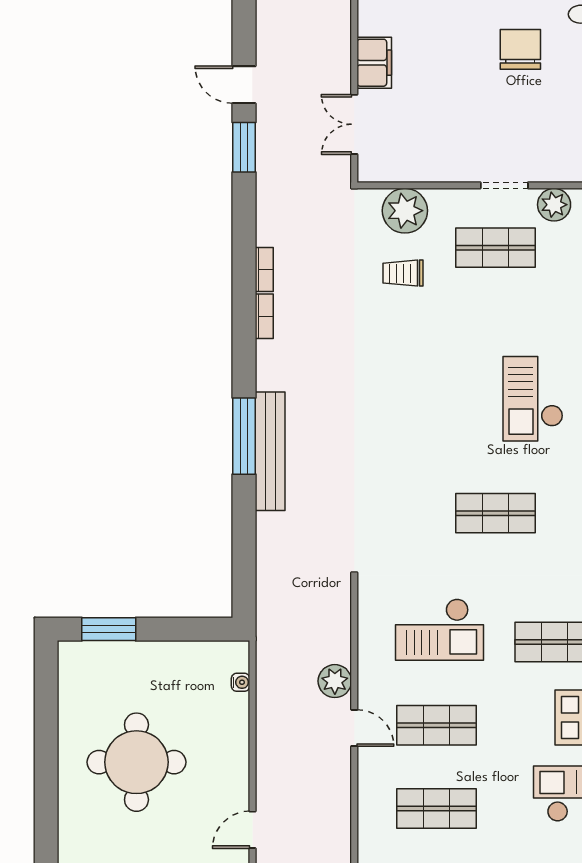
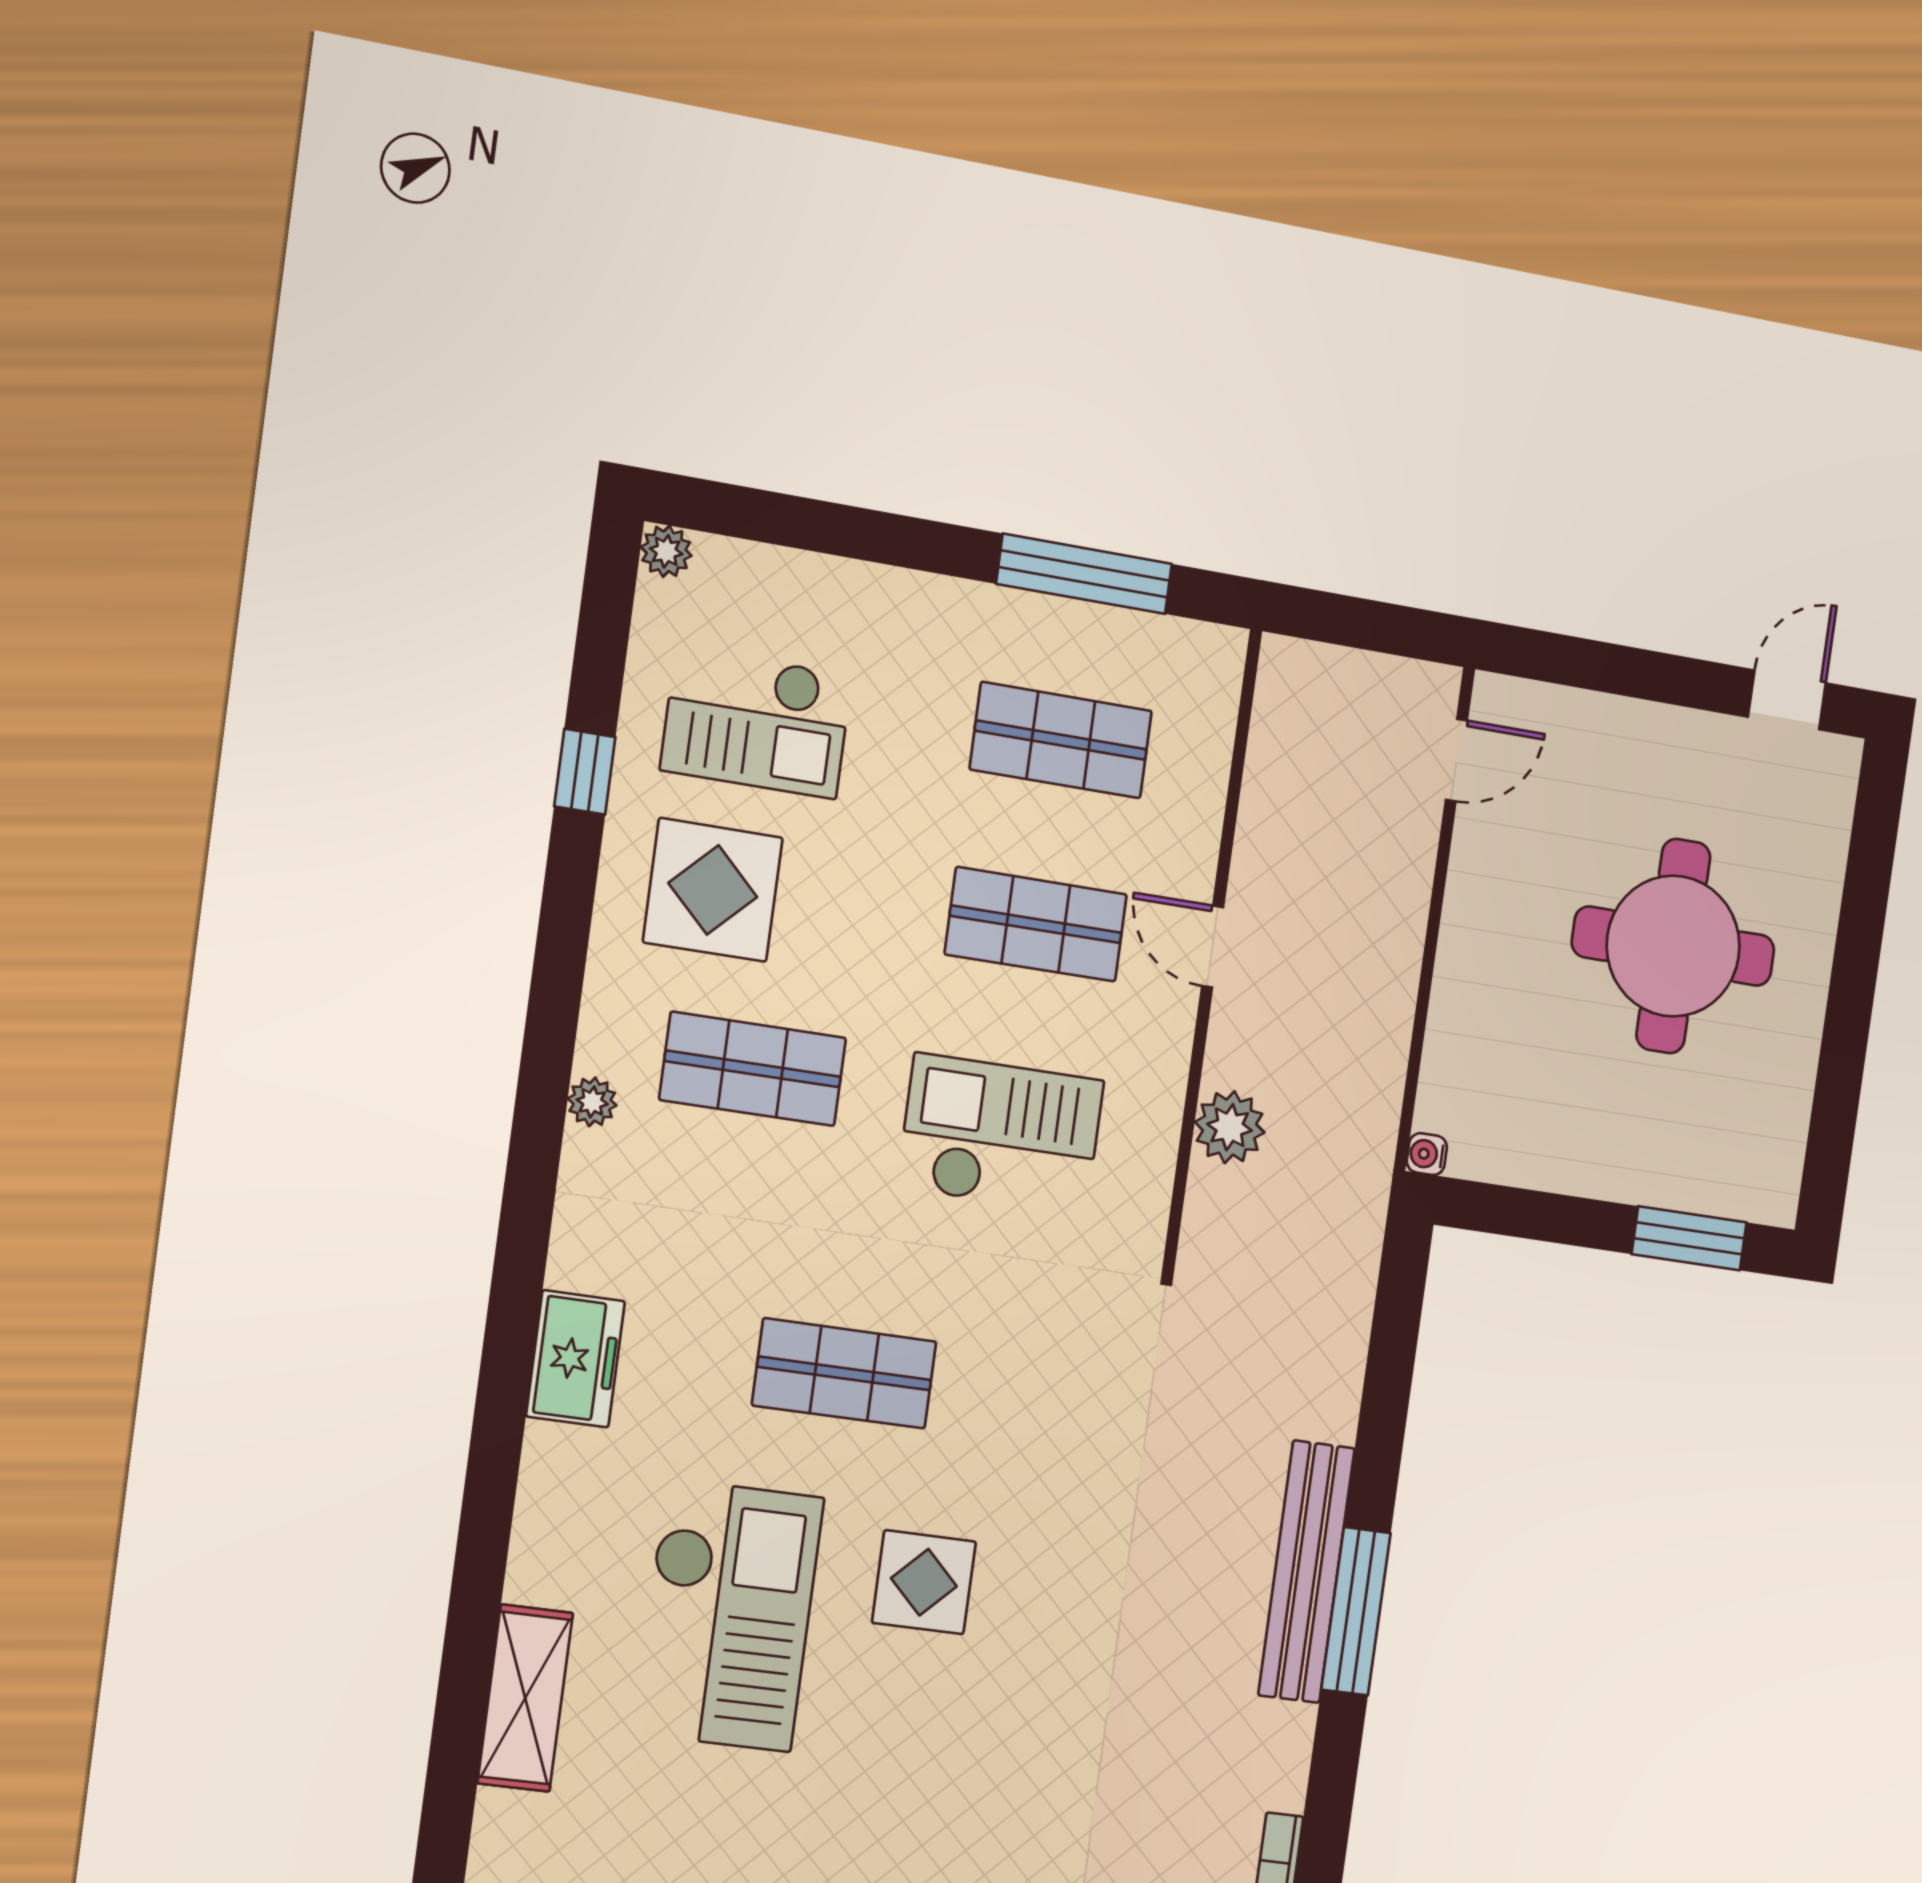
checkout: (533, 399) -> (728, 1615), width x1.36, depth x1.21
display table: (447, 424) -> (924, 1582), added
plant: (335, 681) -> (1230, 1127), moved
water cooler: (241, 682) -> (1427, 1154), moved

